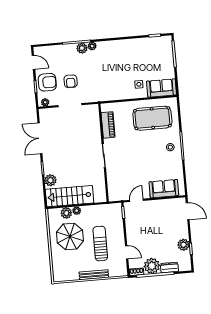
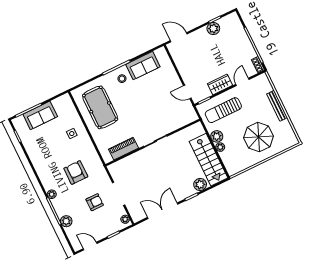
plant: (82, 48) -> (66, 221), moved
door: (33, 62) -> (90, 246), hinge flipped
armchair: (47, 82) -> (76, 172), moved
sofa: (161, 88) -> (40, 115), moved, turned -90
double door: (40, 138) -> (163, 211), swing flipped
sofa: (164, 189) -> (143, 66), moved, turned -90
door: (188, 211) -> (179, 37), hinge flipped
plant: (66, 213) -> (217, 136), moved
wardrobe: (132, 232) -> (220, 84), added
parasol: (70, 237) -> (259, 137), moved
sun lounger: (100, 243) -> (223, 110), moved
plant: (152, 266) -> (246, 52), removed
dresser: (169, 268) -> (241, 34), removed

